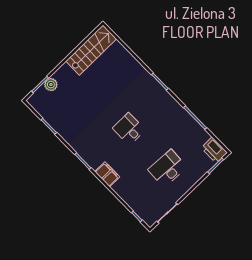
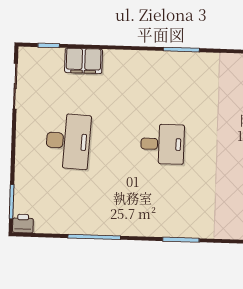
printer: (214, 150) -> (23, 224), width x0.53, depth x0.68
filing cabinet: (107, 174) -> (84, 61), moved

